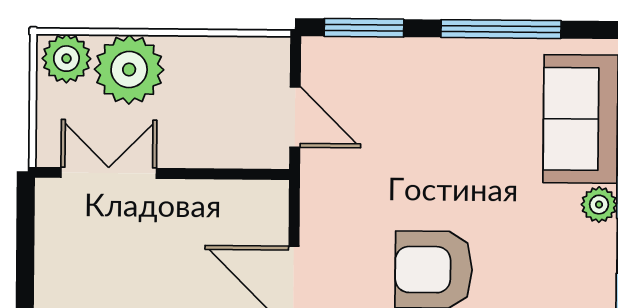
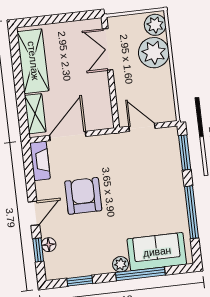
door: (295, 117) -> (142, 127), swing flipped
double door: (109, 173) -> (108, 49), swing flipped

